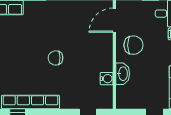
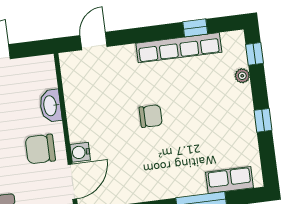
water cooler: (107, 79) -> (80, 152), moved

